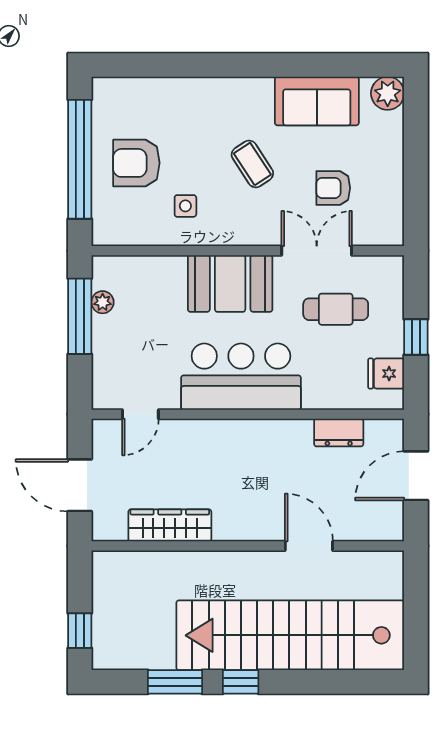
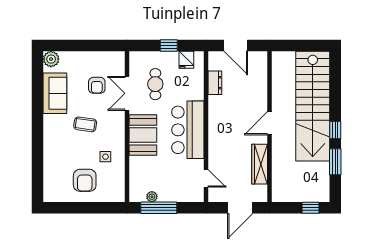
window: (80, 159) -> (83, 208), removed
coffee table: (252, 164) -> (85, 124), turned 41
door: (309, 546) -> (270, 123), moved

